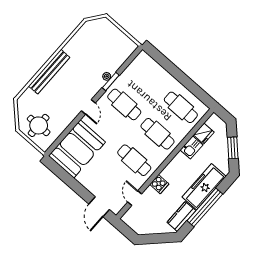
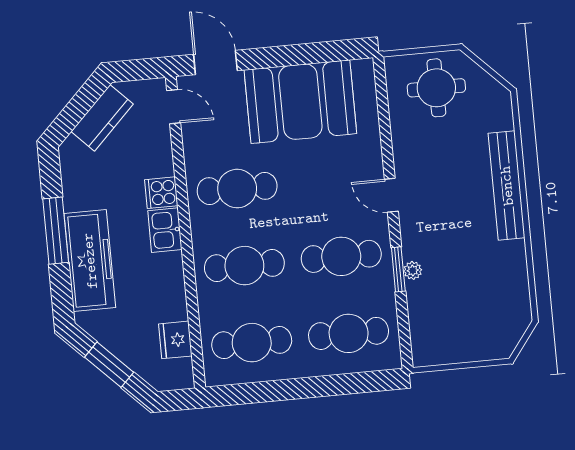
cafe table: (148, 78) -> (349, 333), added
kitchen sink: (192, 147) -> (165, 230), moved
booth: (77, 149) -> (300, 102), moved, turned 90
door: (135, 198) -> (174, 107), moved
window: (205, 207) -> (56, 231), width x0.68
kitchen counter: (181, 217) -> (102, 118), moved, turned 45

